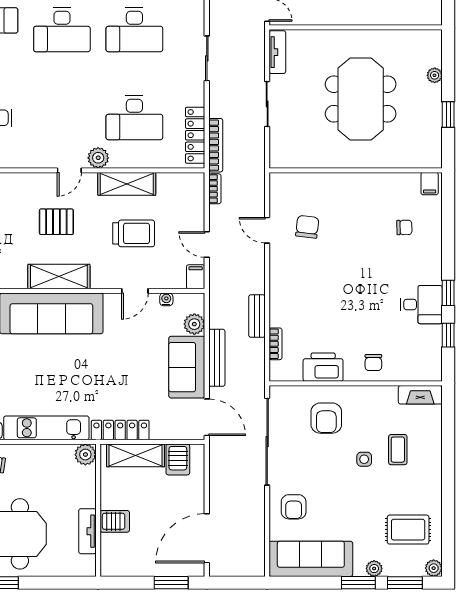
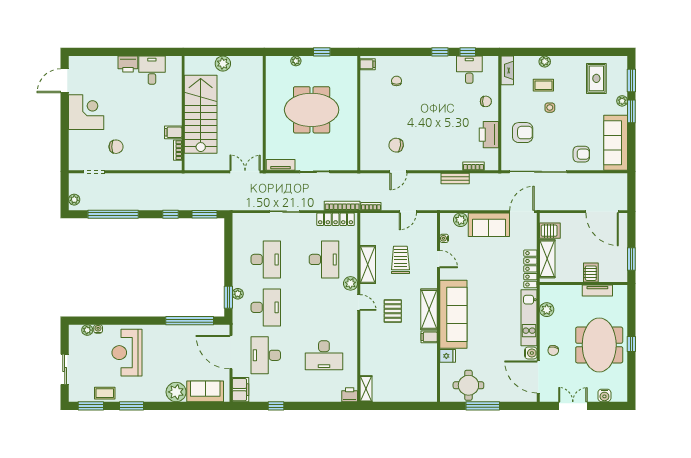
filing cabinet: (196, 277) -> (429, 337), moved
desk: (421, 305) -> (469, 70), moved
bench: (217, 358) -> (483, 205), removed
plant: (85, 455) -> (547, 310), moved
plant: (434, 568) -> (545, 62), moved
window: (171, 583) -> (631, 259), moved

